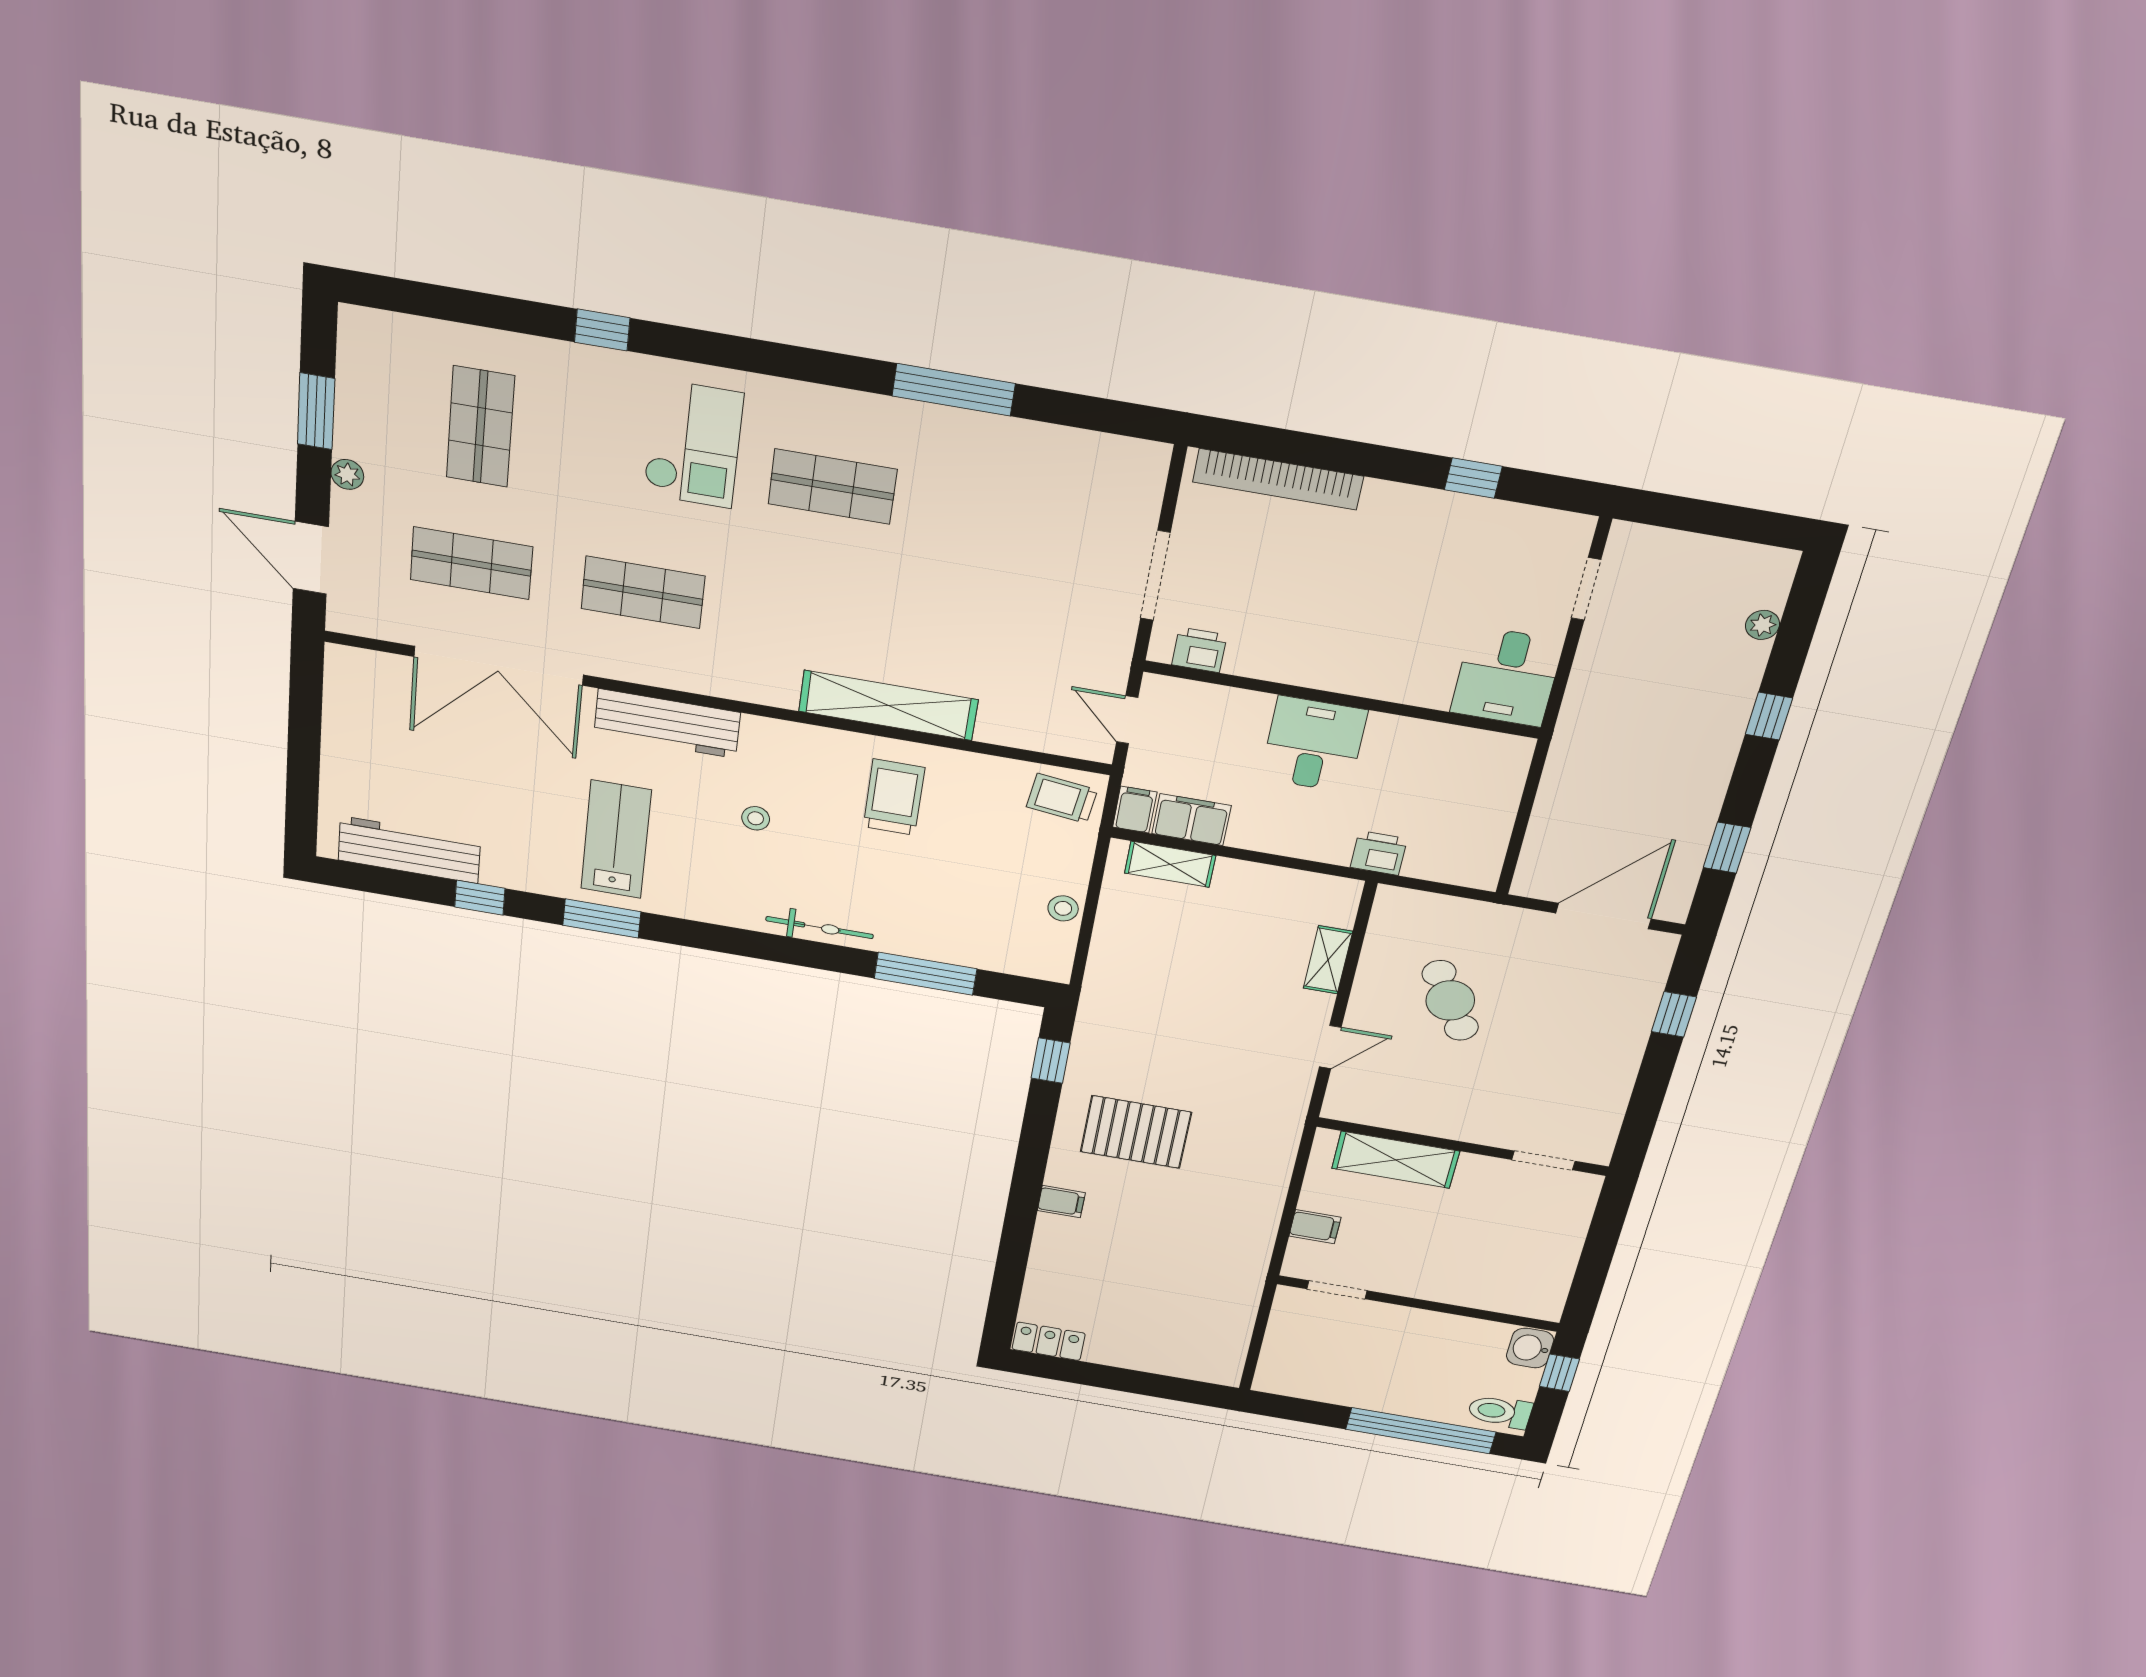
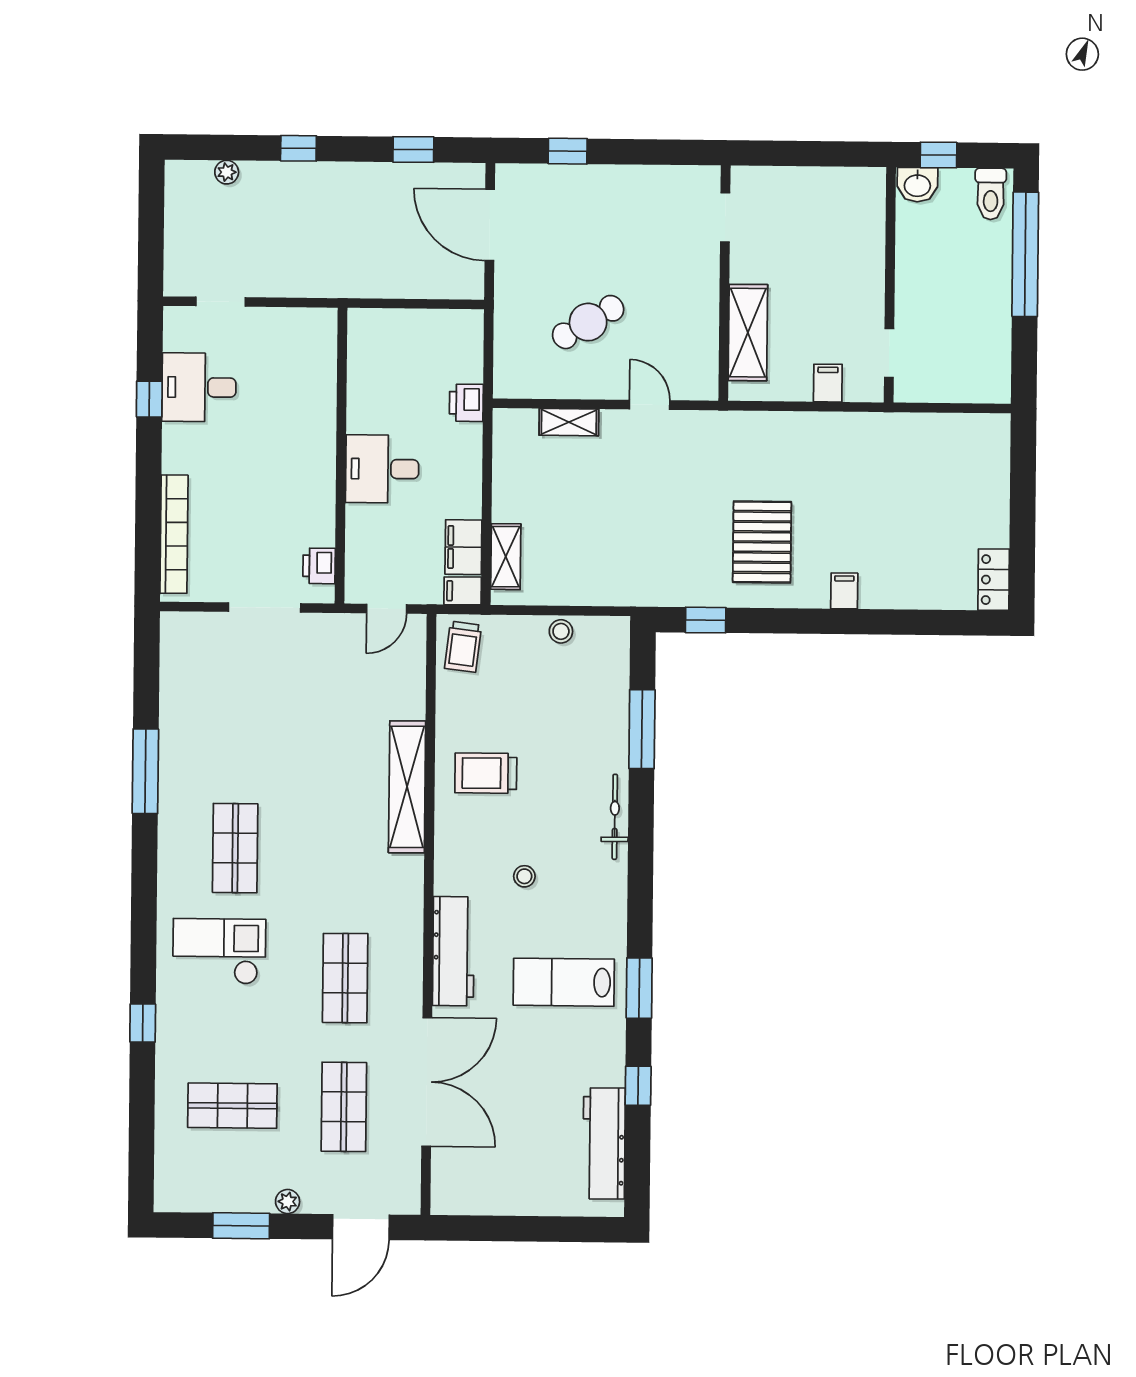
desk: (1507, 677) -> (199, 387), moved, turned 180

